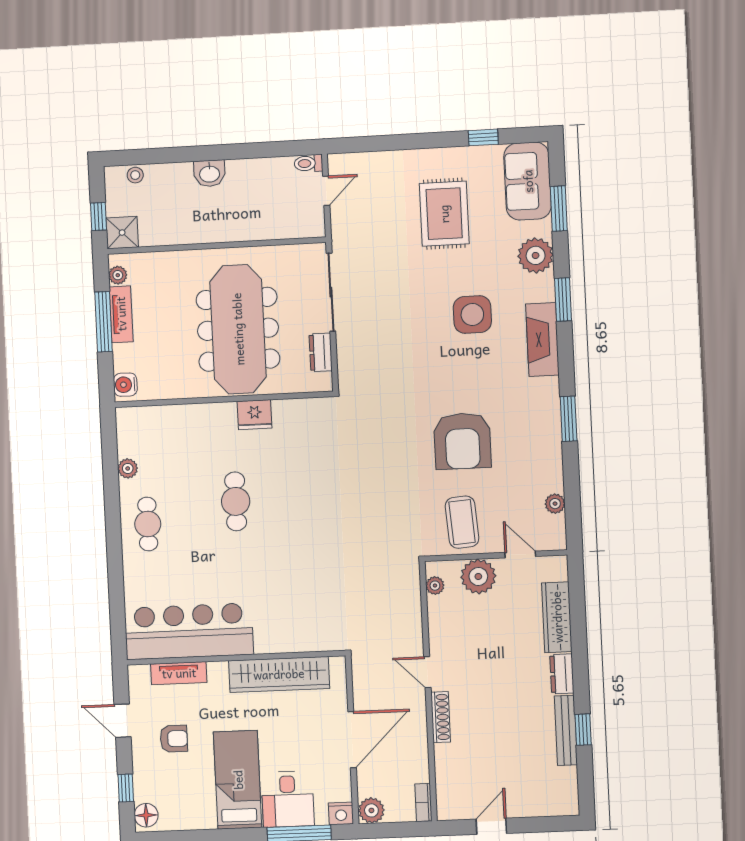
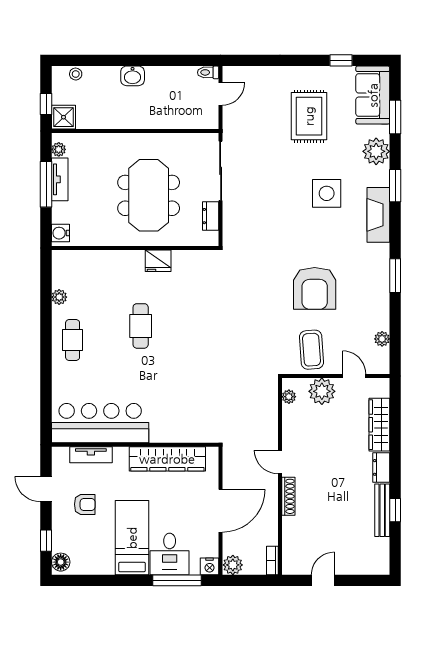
meeting table: (238, 329) -> (149, 195), width x0.73

